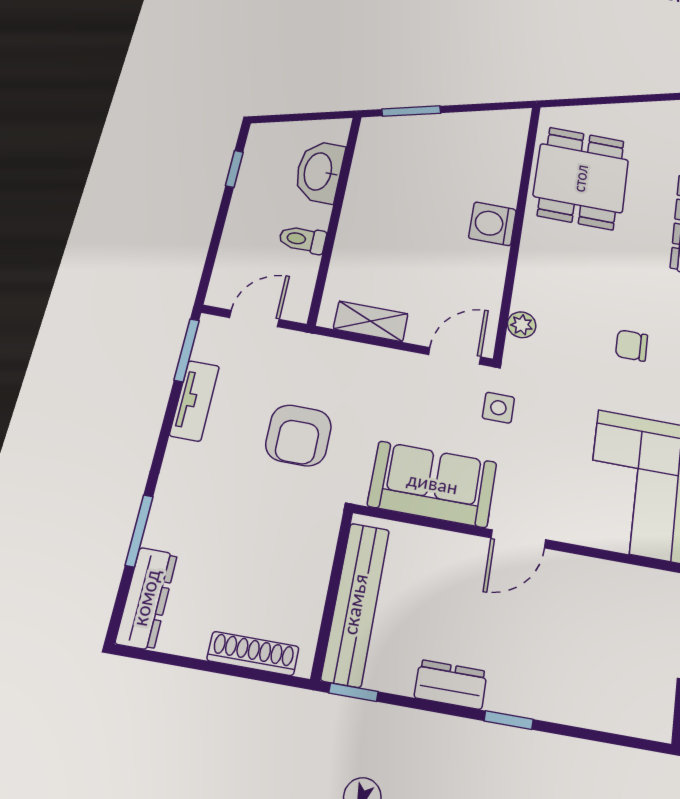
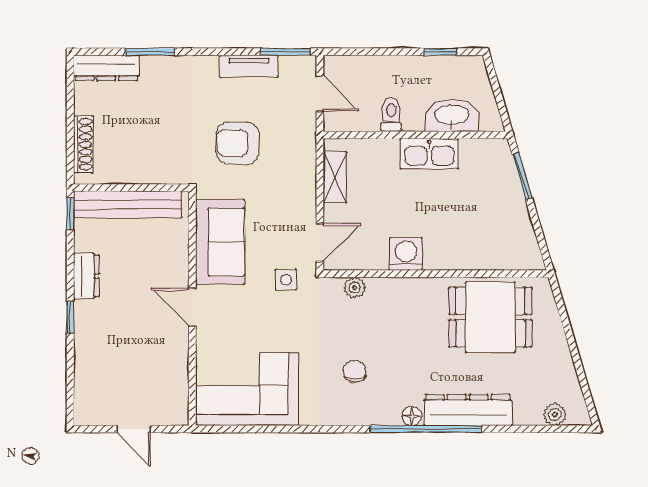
kitchen sink: (363, 206) -> (429, 154), added
washing machine: (492, 224) -> (406, 254), moved
door: (455, 356) -> (320, 242), hinge flipped

